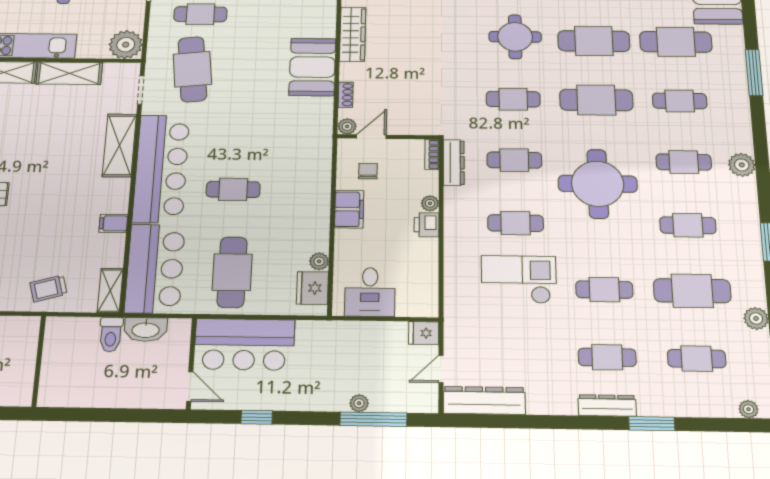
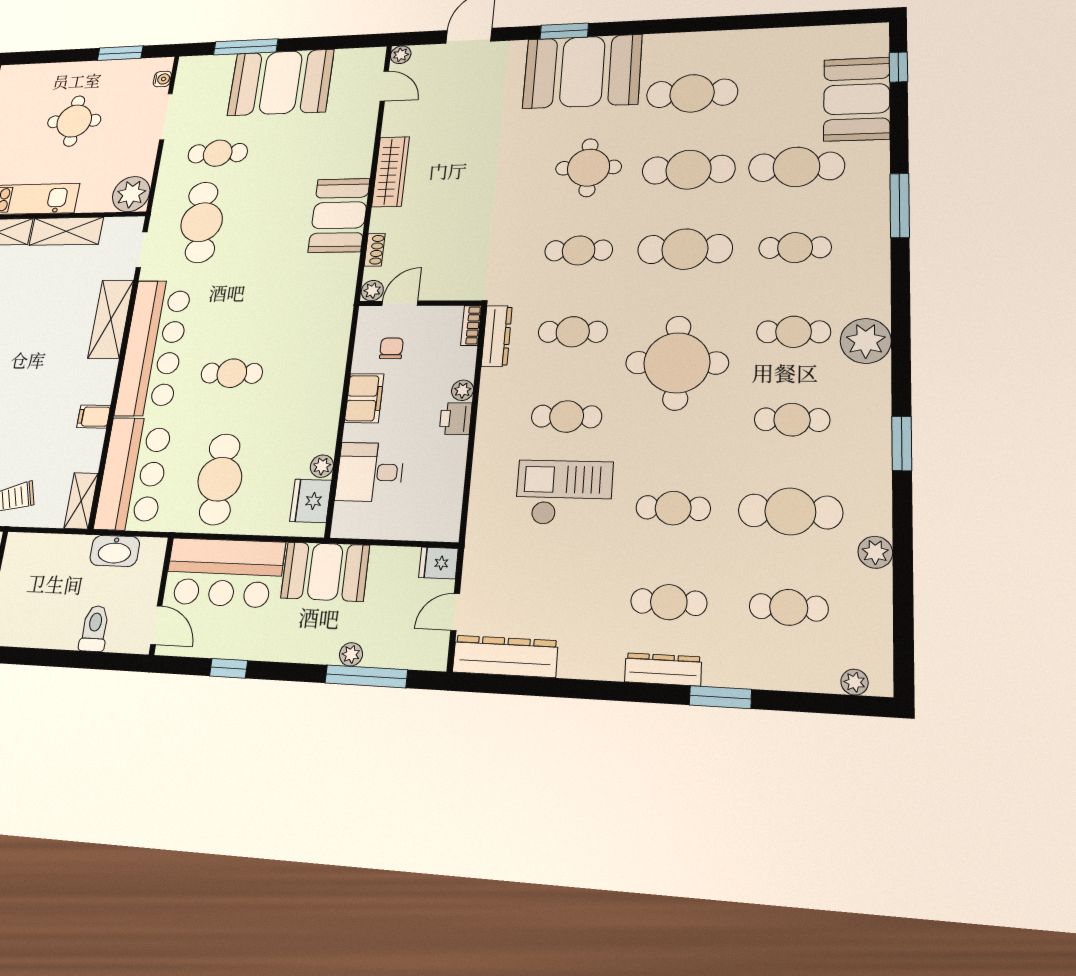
plant: (742, 165) -> (866, 341), width x1.36, depth x1.36
desk: (370, 292) -> (370, 472), moved, turned 90
toilet: (111, 334) -> (94, 628), moved, turned 180
booth: (331, 342) -> (325, 572), added

